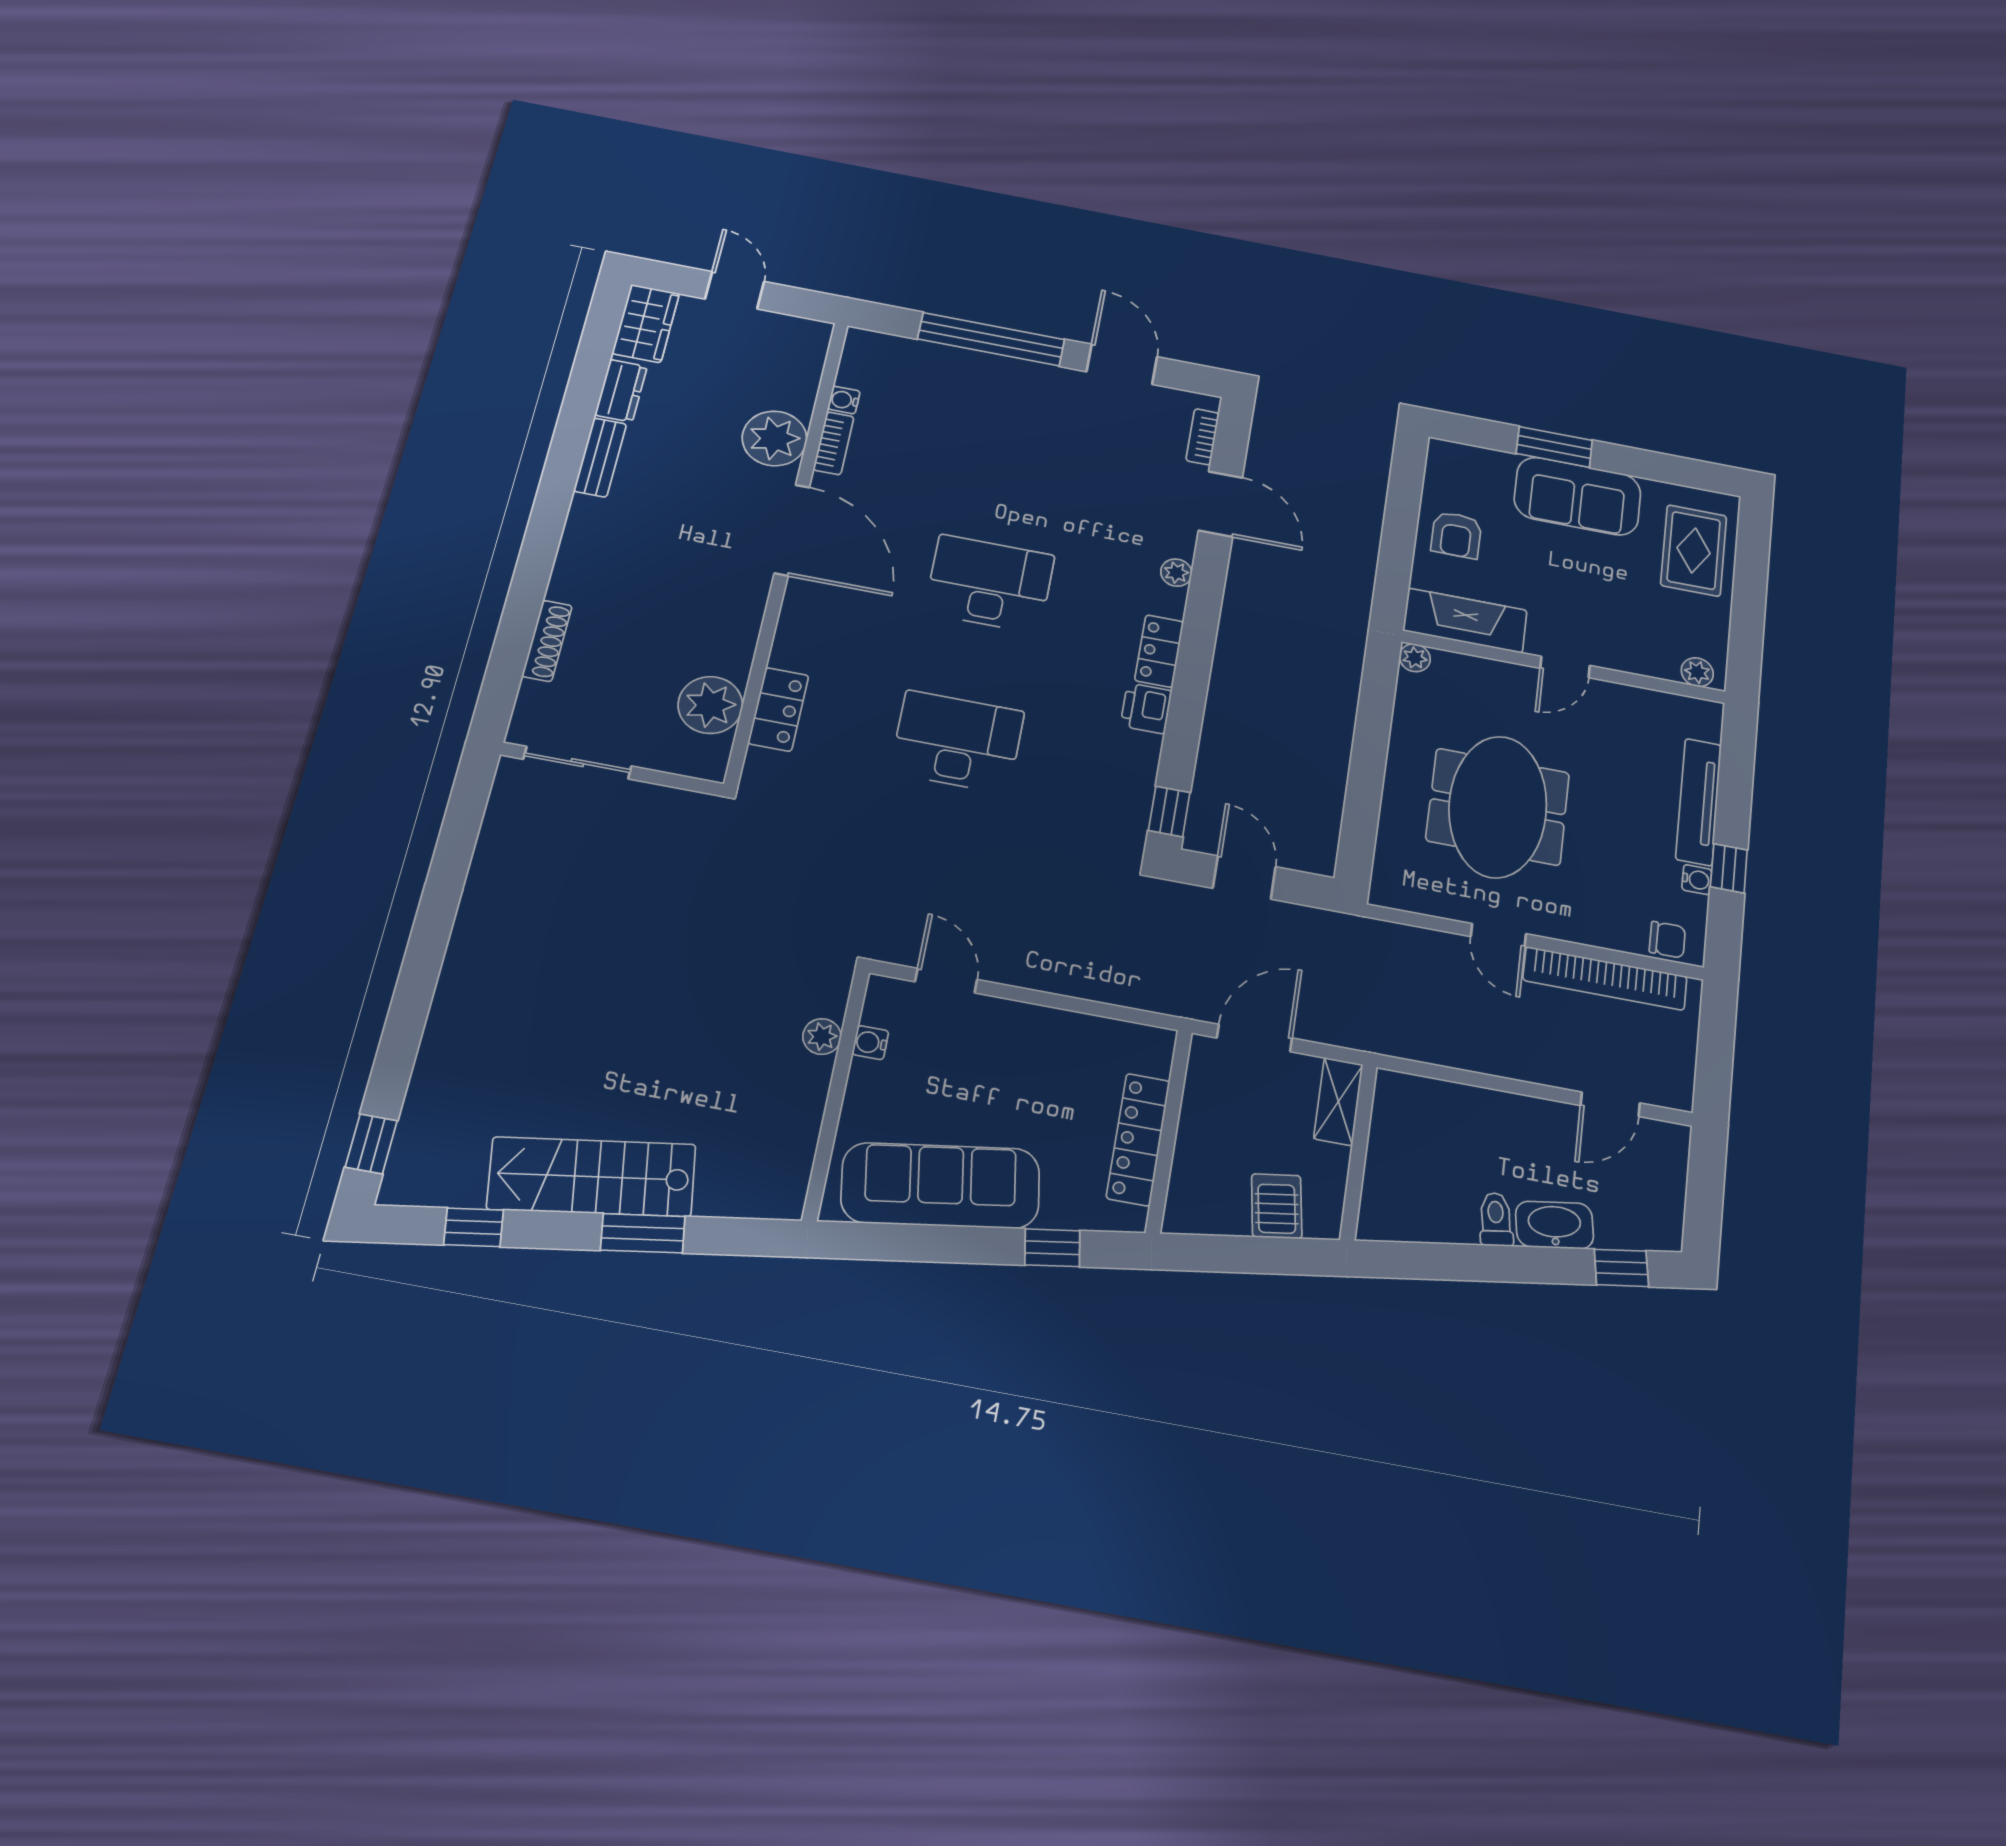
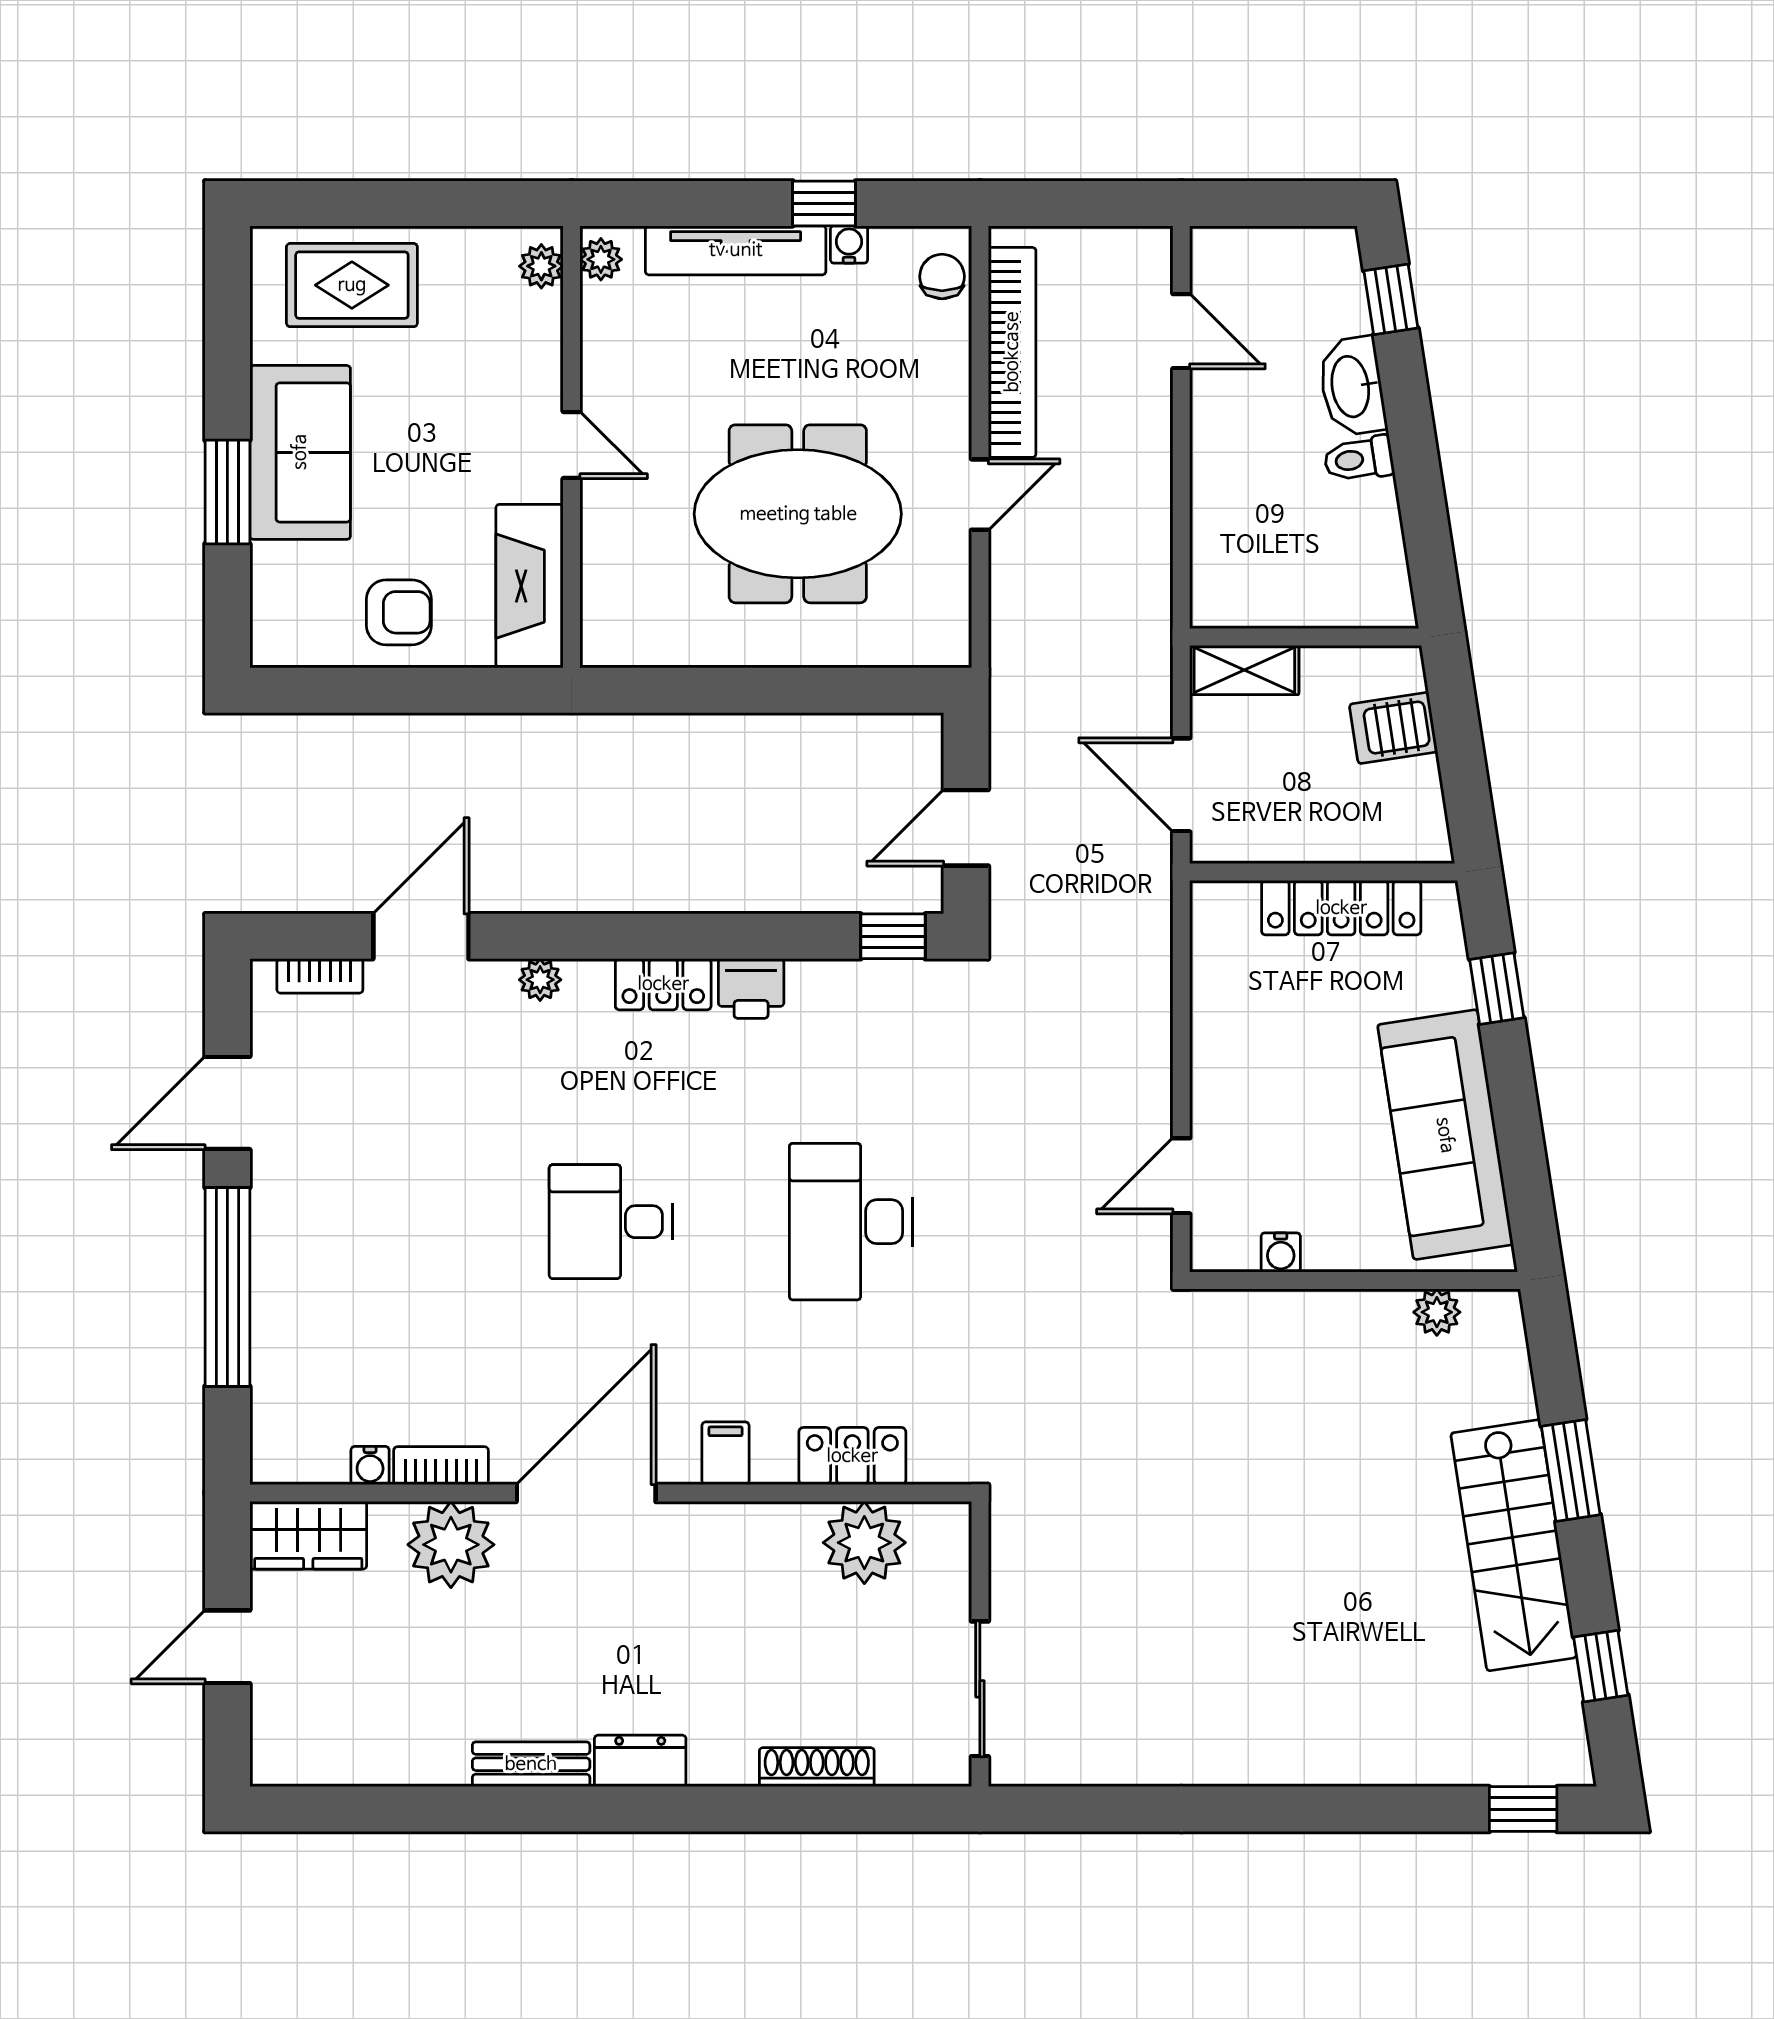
wardrobe: (646, 323) -> (308, 1535), moved, turned 180
dresser: (621, 391) -> (640, 1761), moved
desk: (989, 584) -> (611, 1222), width x0.73
filing cabinet: (800, 626) -> (726, 1453), added
plant: (1415, 658) -> (601, 259), moved
plant: (822, 1037) -> (1437, 1312), moved

